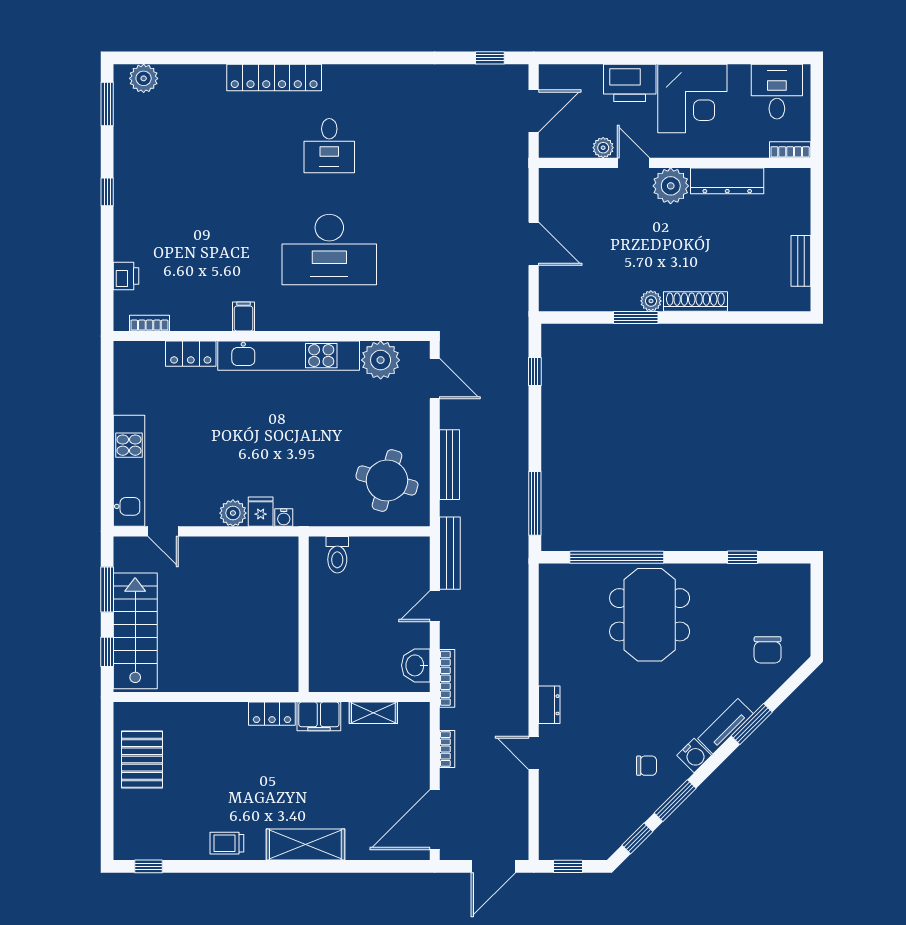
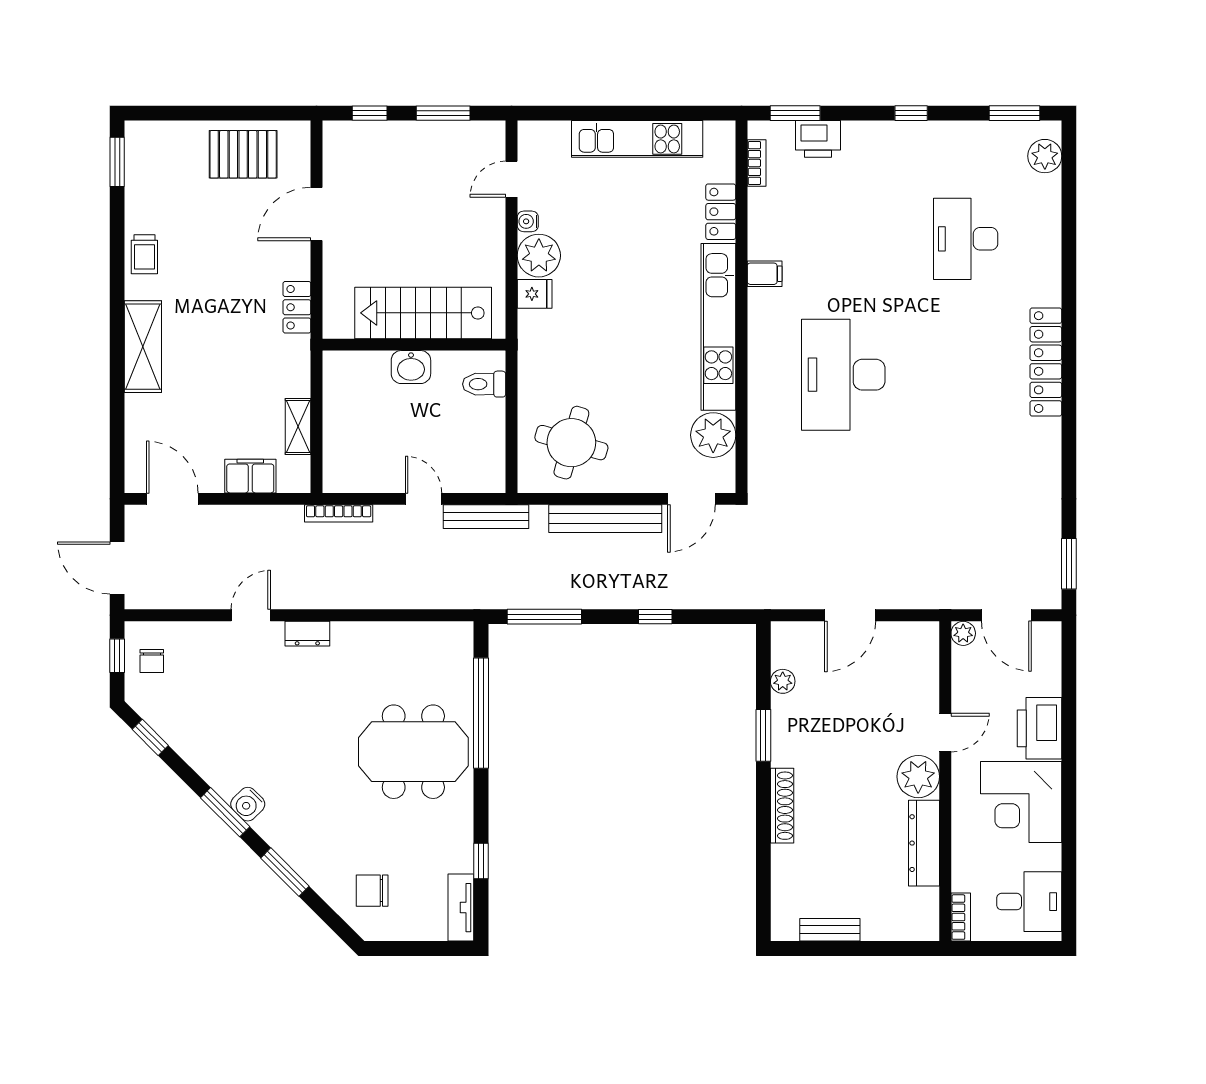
window: (490, 58) -> (1069, 564), width x1.50
locker: (274, 77) -> (1046, 362), moved
desk: (329, 146) -> (966, 239), moved, width x1.37
plant: (603, 148) -> (963, 633), moved
printer: (126, 276) -> (818, 139), width x1.36, depth x1.24
window: (107, 290) -> (795, 113), added
plant: (651, 301) -> (783, 681), moved
window: (535, 372) -> (655, 617), moved
bench: (449, 465) -> (605, 519), width x1.37, depth x1.21
kitchen unit: (129, 471) -> (637, 139), moved
plant: (233, 513) -> (539, 256), width x1.36, depth x1.36
water cooler: (284, 518) -> (528, 221), moved
stairs: (135, 631) -> (423, 313), moved, turned 180
washbasin: (416, 665) -> (411, 367), moved, turned 180
door: (193, 697) -> (317, 214), added
filing cabinet: (319, 716) -> (250, 476), moved, turned 90
tv unit: (725, 726) -> (461, 908), moved, turned -135
bookcase: (447, 749) -> (255, 513), removed
chair: (647, 766) -> (152, 661), moved
window: (675, 801) -> (225, 812), moved
door: (435, 820) -> (172, 499), width x0.73
trolley: (227, 843) -> (144, 254), turned 180
window: (148, 866) -> (117, 162), width x1.50

